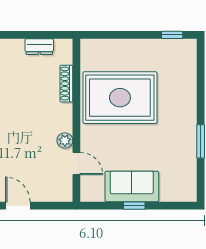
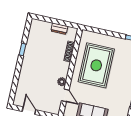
rug: (120, 98) -> (96, 65), turned 90

